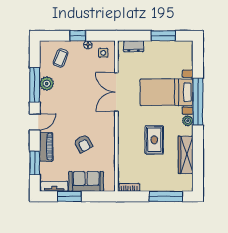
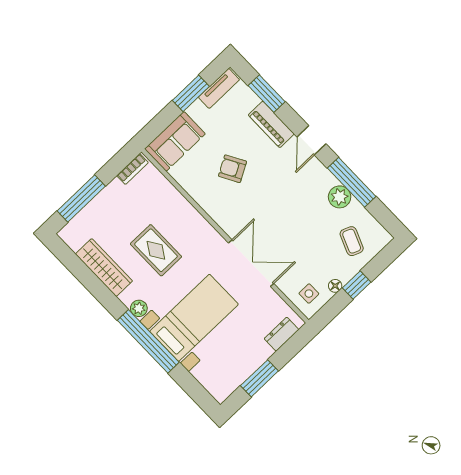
sofa: (86, 181) -> (175, 141), moved

